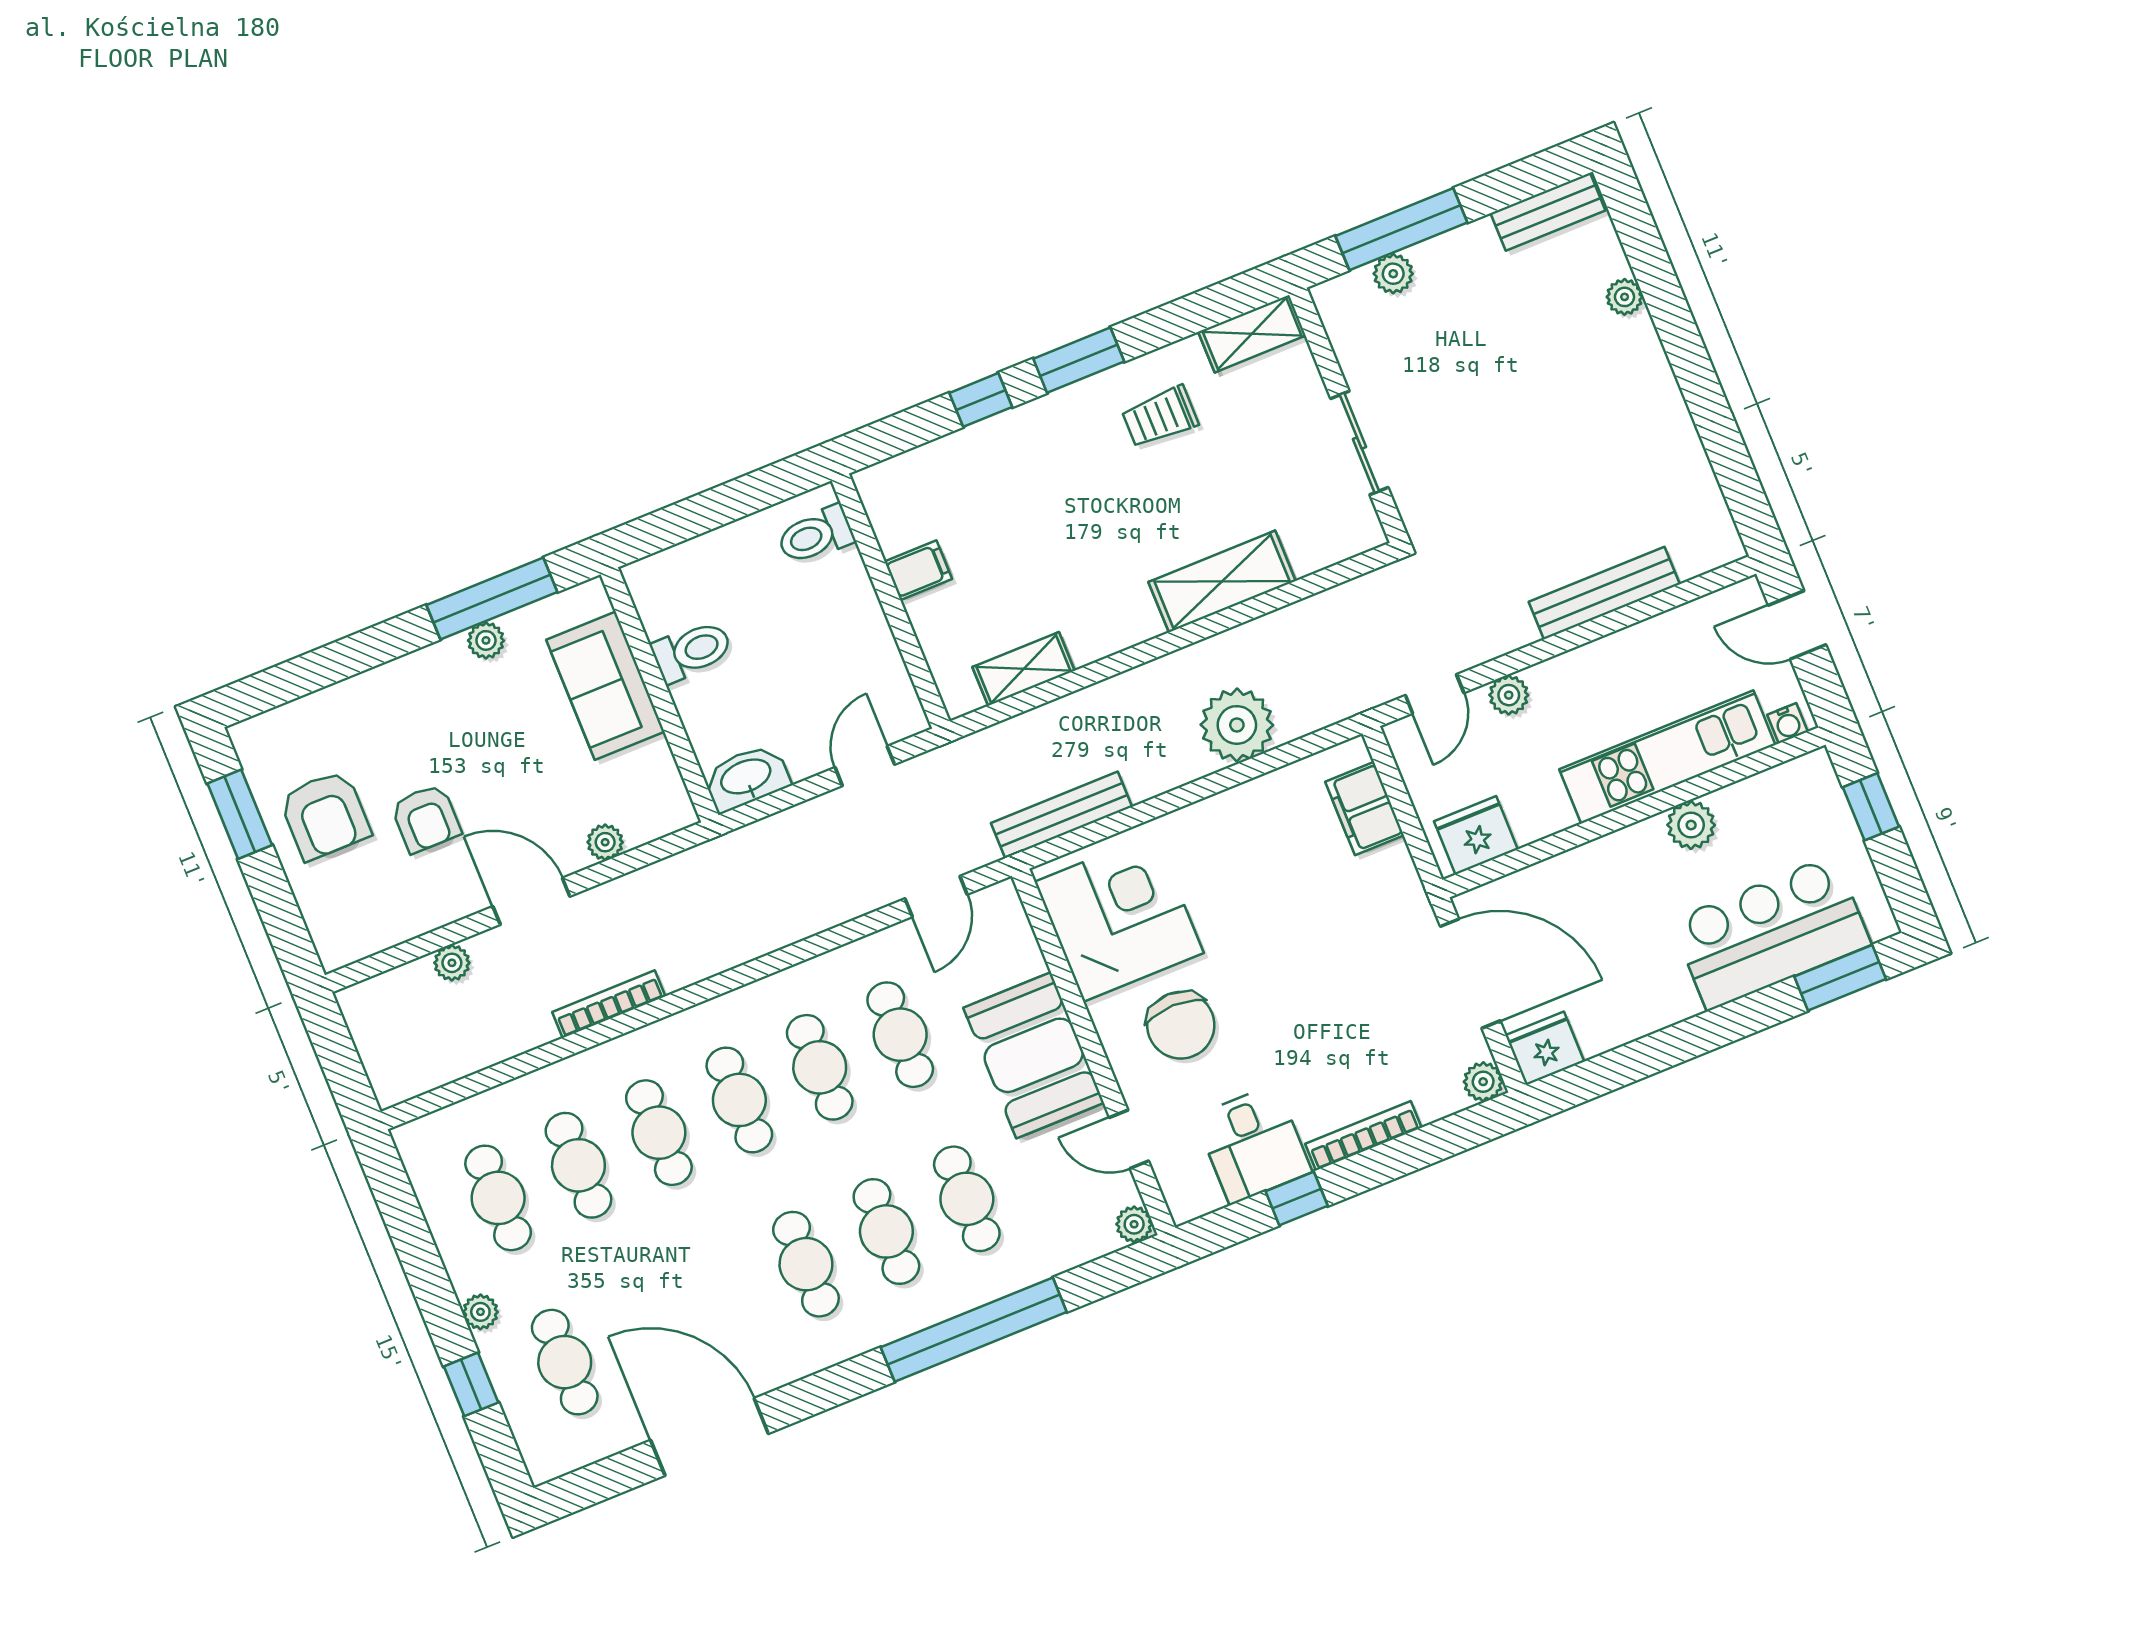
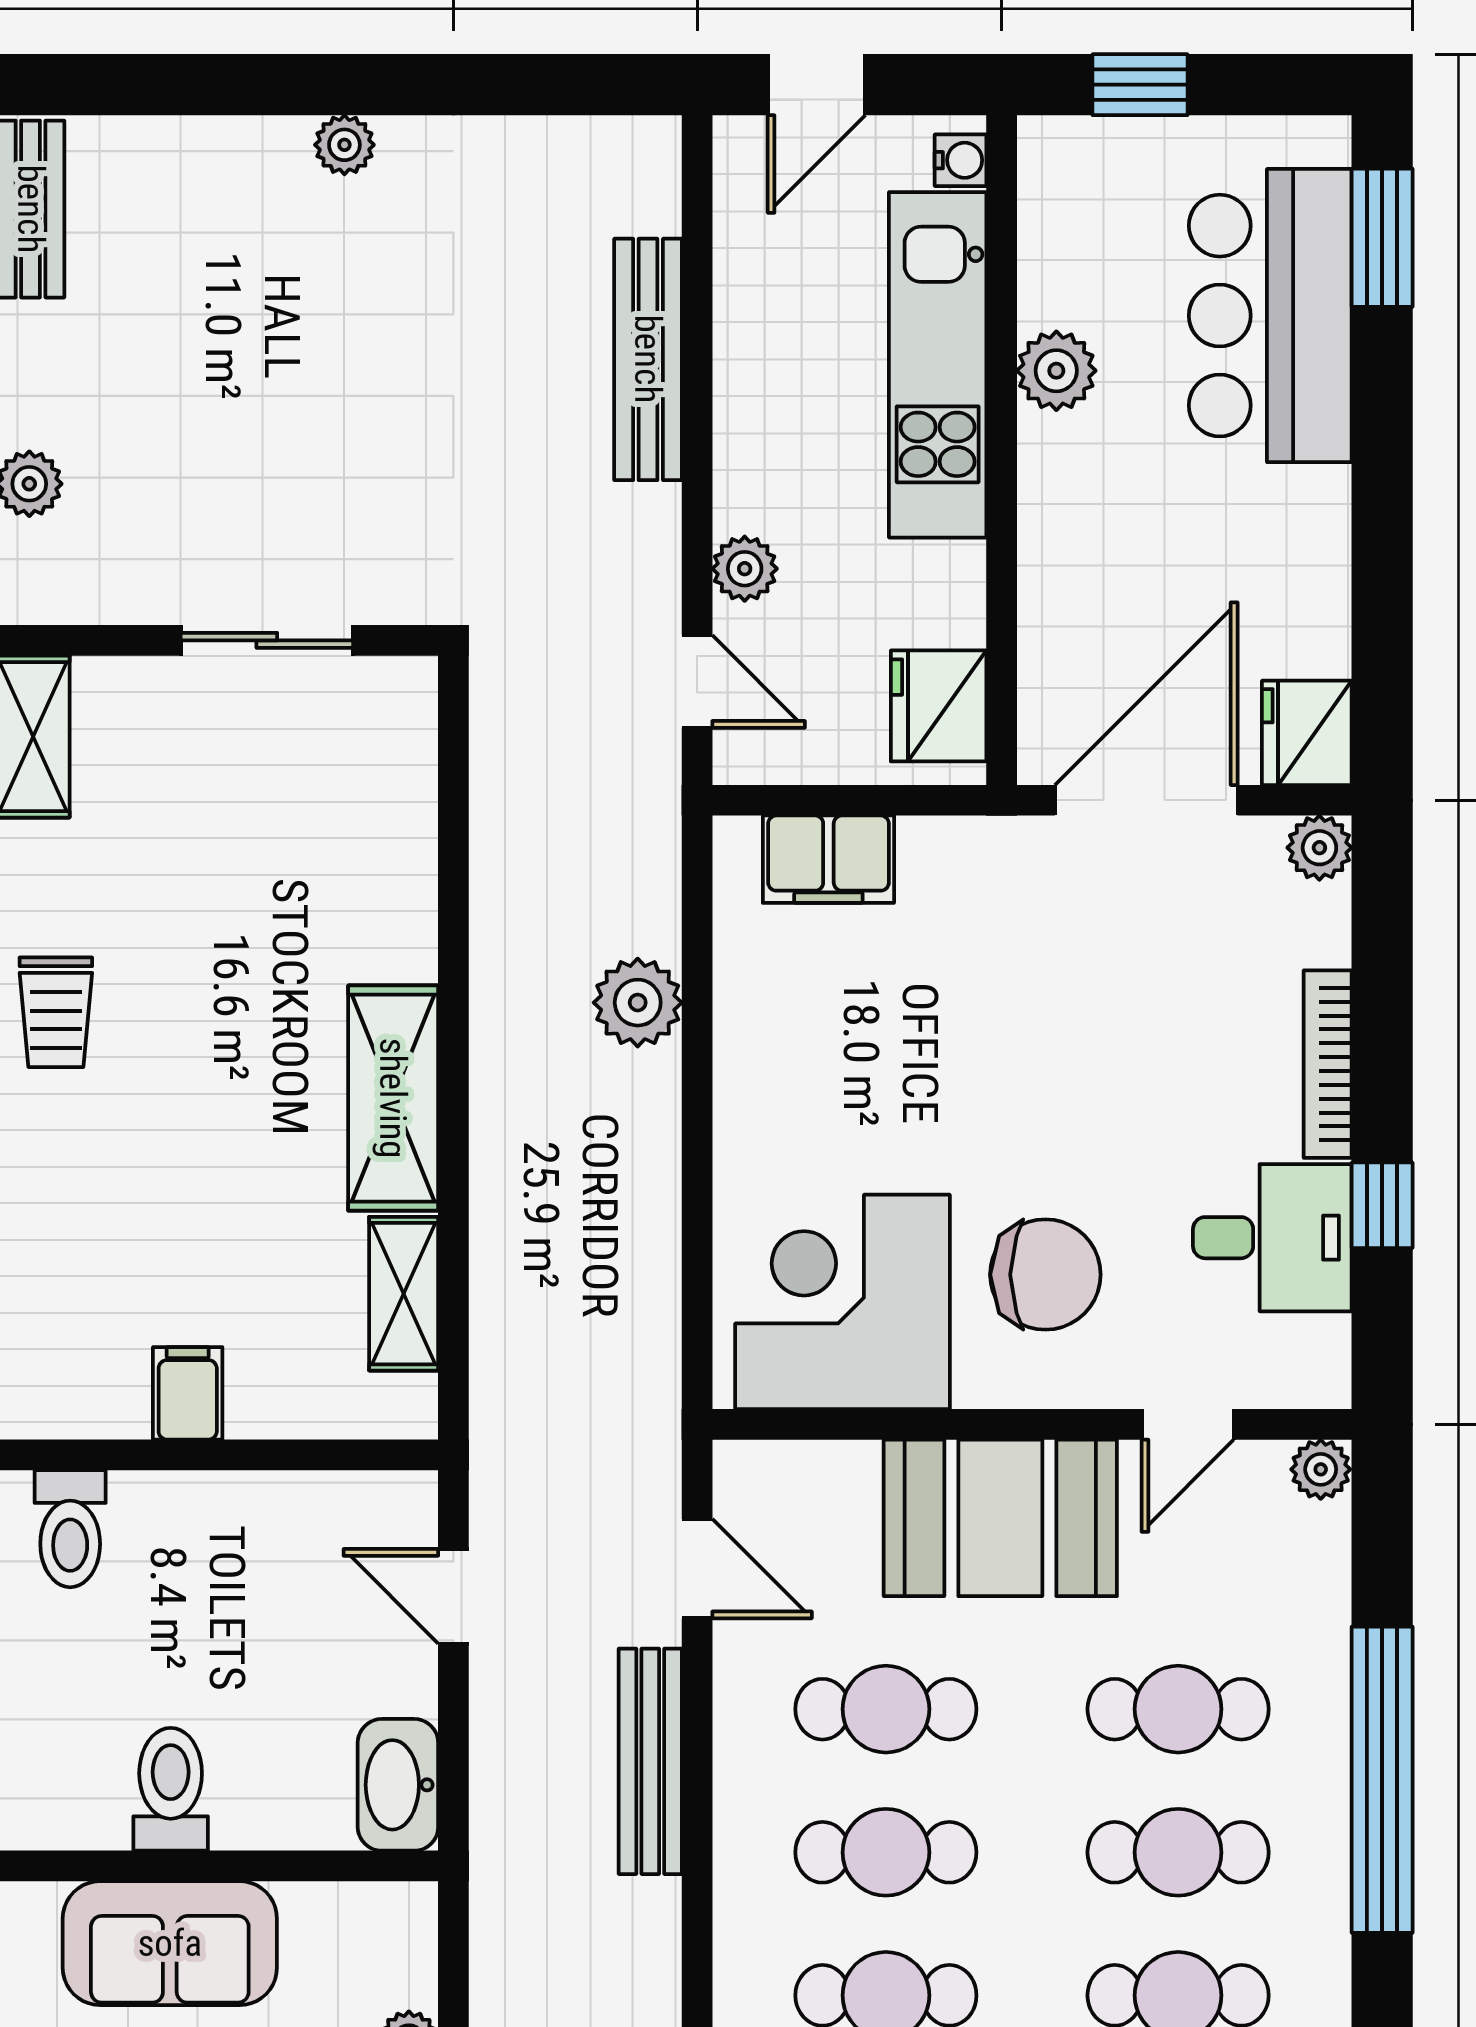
plant: (1625, 297) -> (344, 145), moved
trolley: (1160, 417) -> (56, 1012), moved
shelving: (1222, 581) -> (393, 1098), moved
plant: (1237, 725) -> (638, 1003), width x0.73, depth x0.73
bench: (1061, 815) -> (650, 1761), moved

